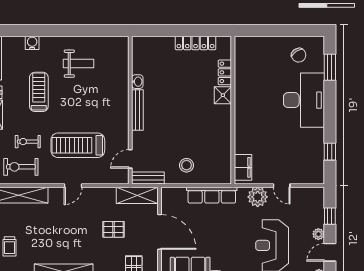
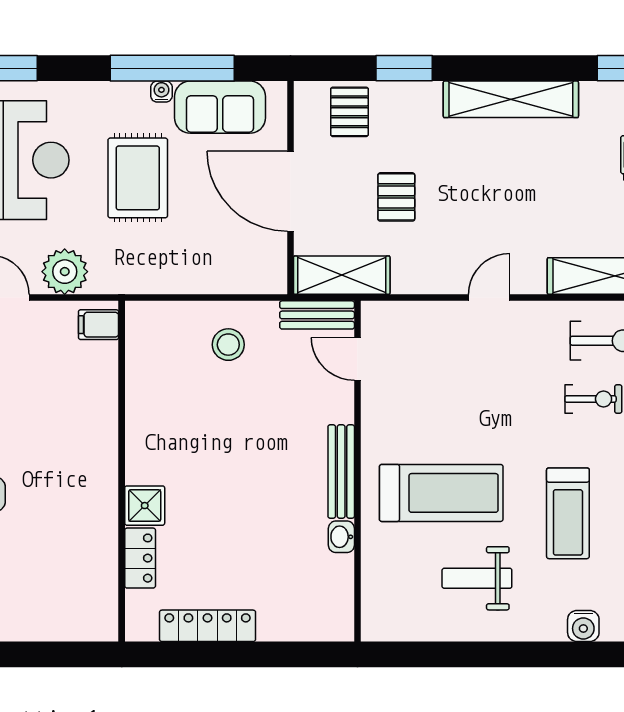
treadmill: (78, 145) -> (441, 493), moved
door: (130, 159) -> (357, 359), swing flipped
filing cabinet: (243, 167) -> (99, 325), width x0.50
row of seats: (212, 195) -> (170, 276), removed
pallet: (113, 229) -> (396, 197), turned 90
rug: (226, 238) -> (138, 178), added

